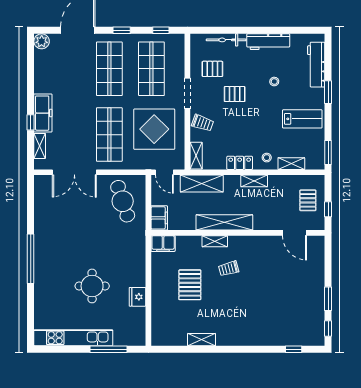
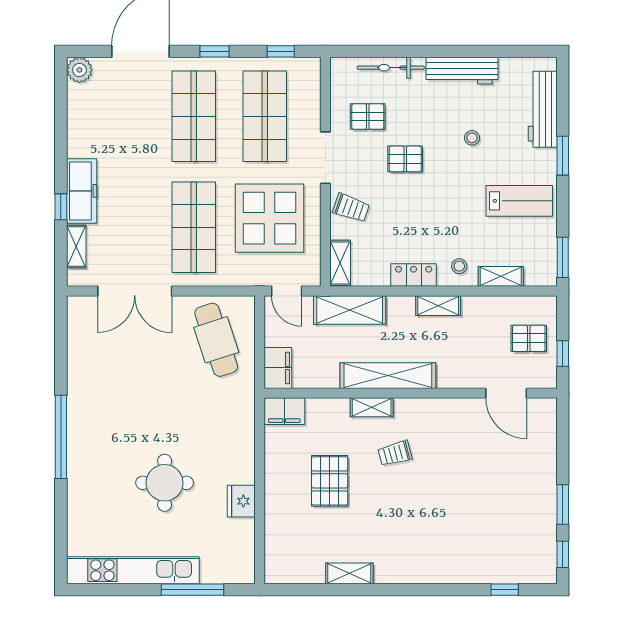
pallet: (308, 200) -> (529, 338), turned 90

